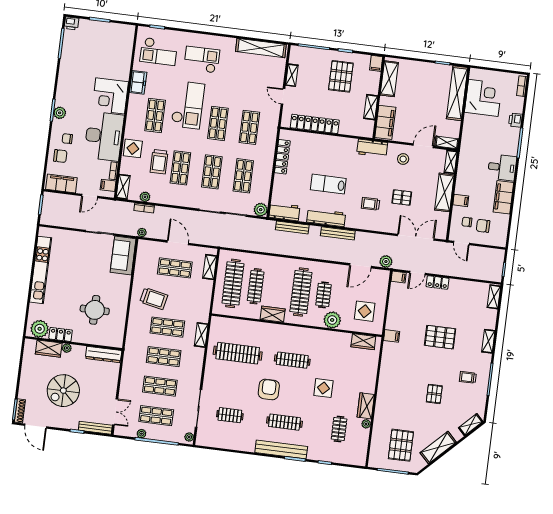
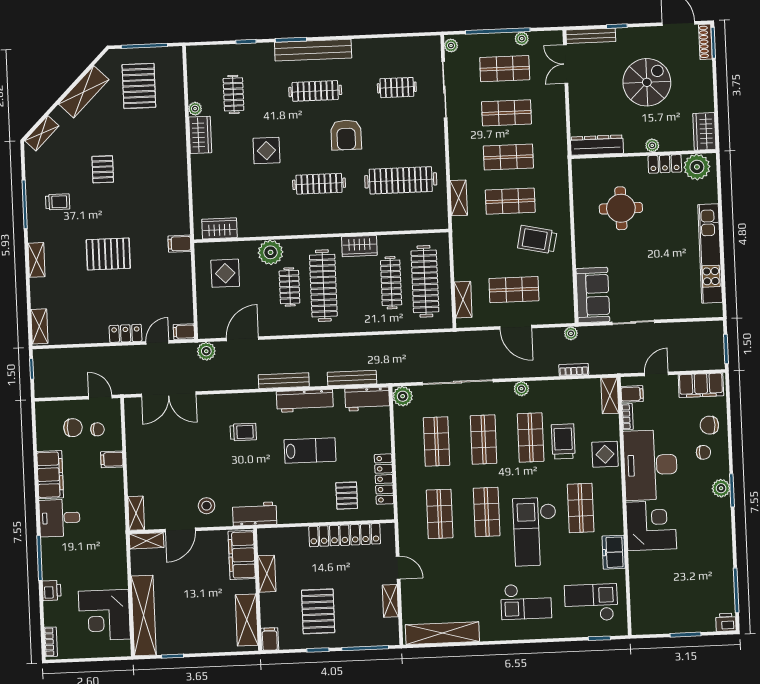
shelving: (444, 192) -> (138, 467), removed
plant: (145, 197) -> (521, 389), moved
pallet: (402, 197) -> (347, 496), moved, turned 90
wardrobe: (49, 349) -> (704, 131), moved, turned -90

